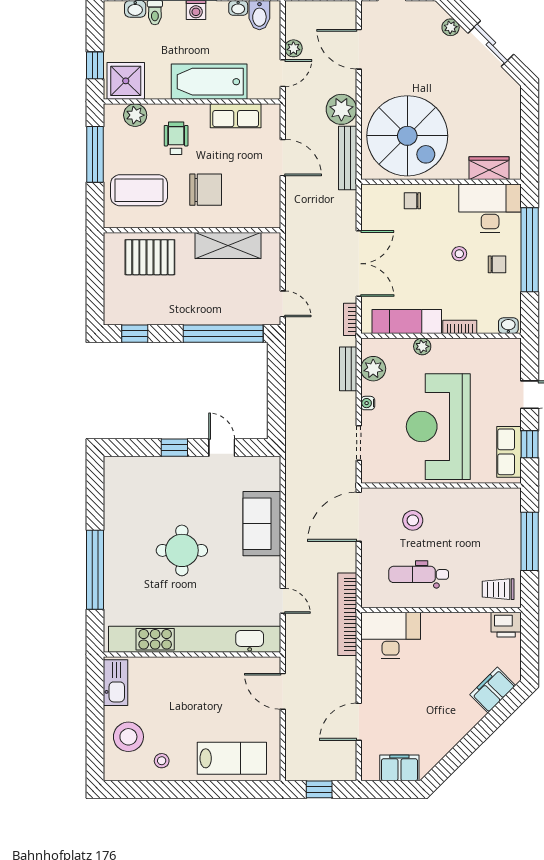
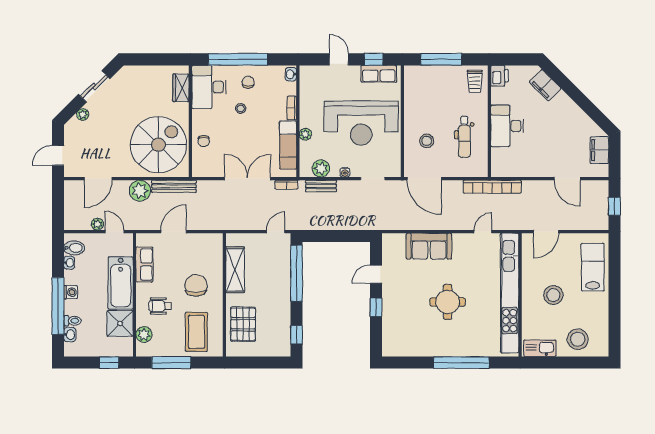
shower: (126, 81) -> (120, 323), moved
desk: (391, 636) -> (507, 126), moved
stool: (162, 761) -> (553, 295), moved, width x1.89, depth x1.89

